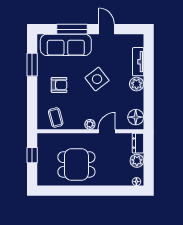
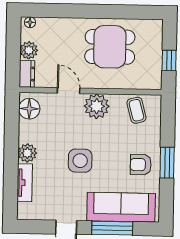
window: (32, 65) -> (167, 163), moved
side table: (97, 79) -> (80, 161), turned 38
armchair: (59, 85) -> (141, 165), moved
plant: (90, 124) -> (97, 106), width x1.88, depth x1.88
door: (107, 131) -> (69, 91), swing flipped

